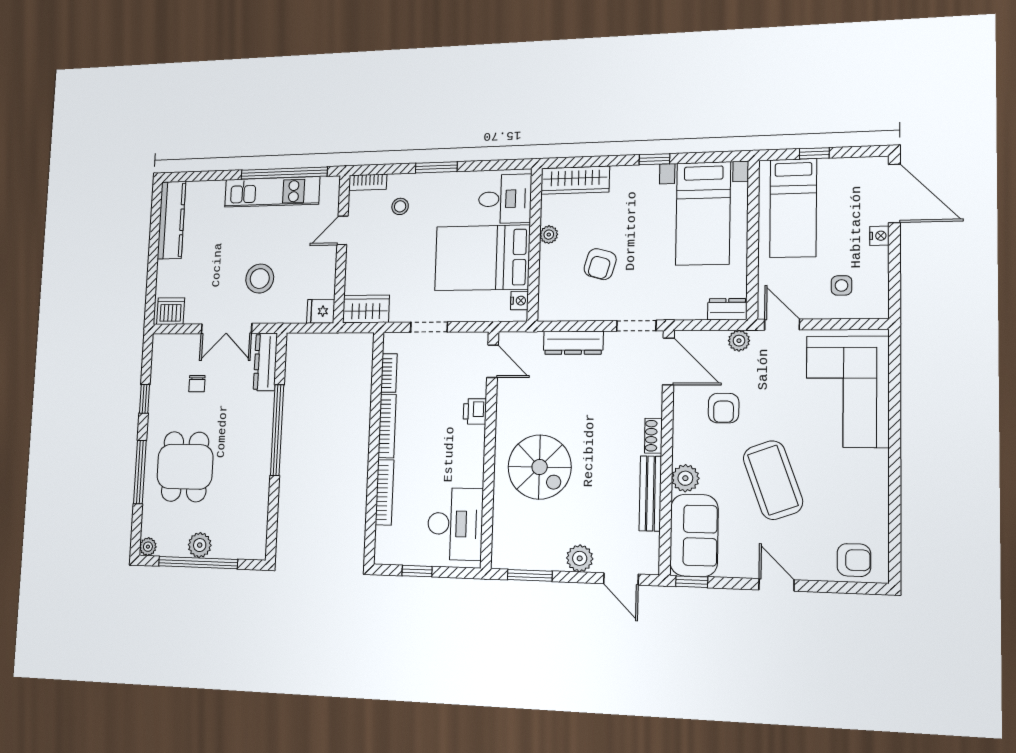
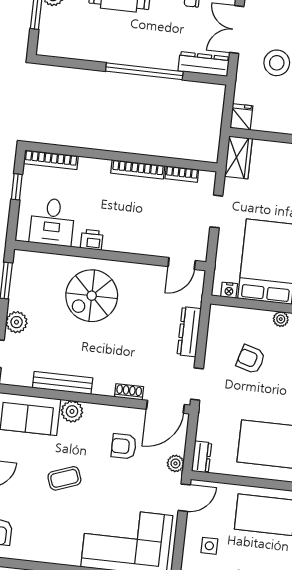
printer: (475, 411) -> (92, 240), moved
shoe rack: (653, 436) -> (129, 392), moved
coffee table: (773, 480) -> (64, 478), width x0.54, depth x0.58
bookcase: (385, 492) -> (51, 160), moved
desk: (455, 524) -> (52, 222), width x0.73

